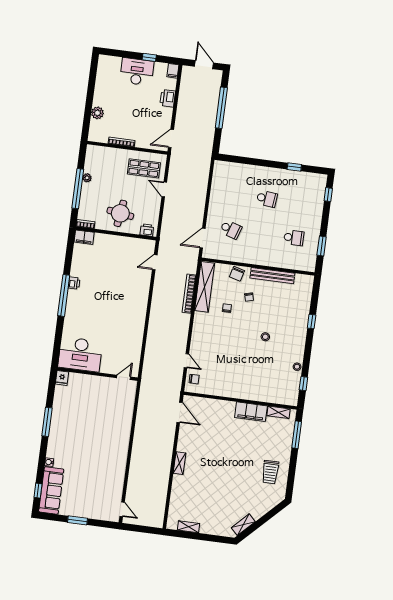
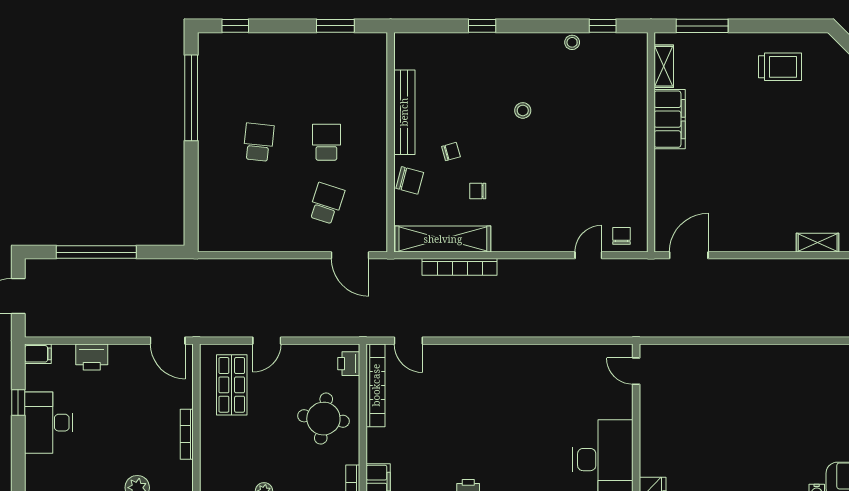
window: (294, 167) -> (191, 98), width x3.17
school desk: (294, 238) -> (326, 142), moved
bookcase: (134, 242) -> (376, 385), added
shelving: (180, 463) -> (818, 243), moved

